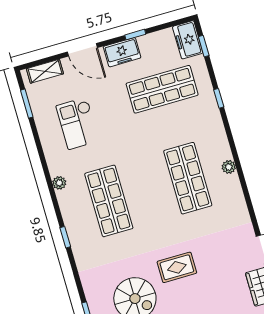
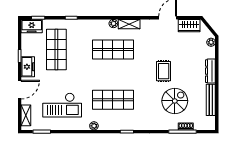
checkout: (78, 123) -> (62, 105), width x1.36, depth x1.21
shelving: (235, 192) -> (129, 24), added

